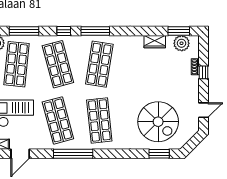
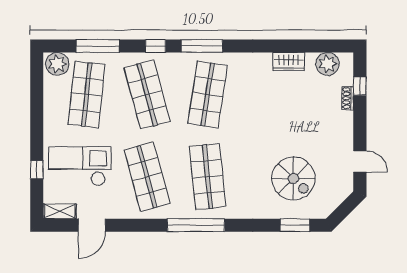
window: (179, 31) -> (324, 46), removed
window: (204, 72) -> (360, 86), moved
door: (204, 110) -> (360, 162), hinge flipped
spiral stairs: (158, 122) -> (293, 178), width x0.73, depth x0.73
window: (73, 154) -> (196, 225), moved

